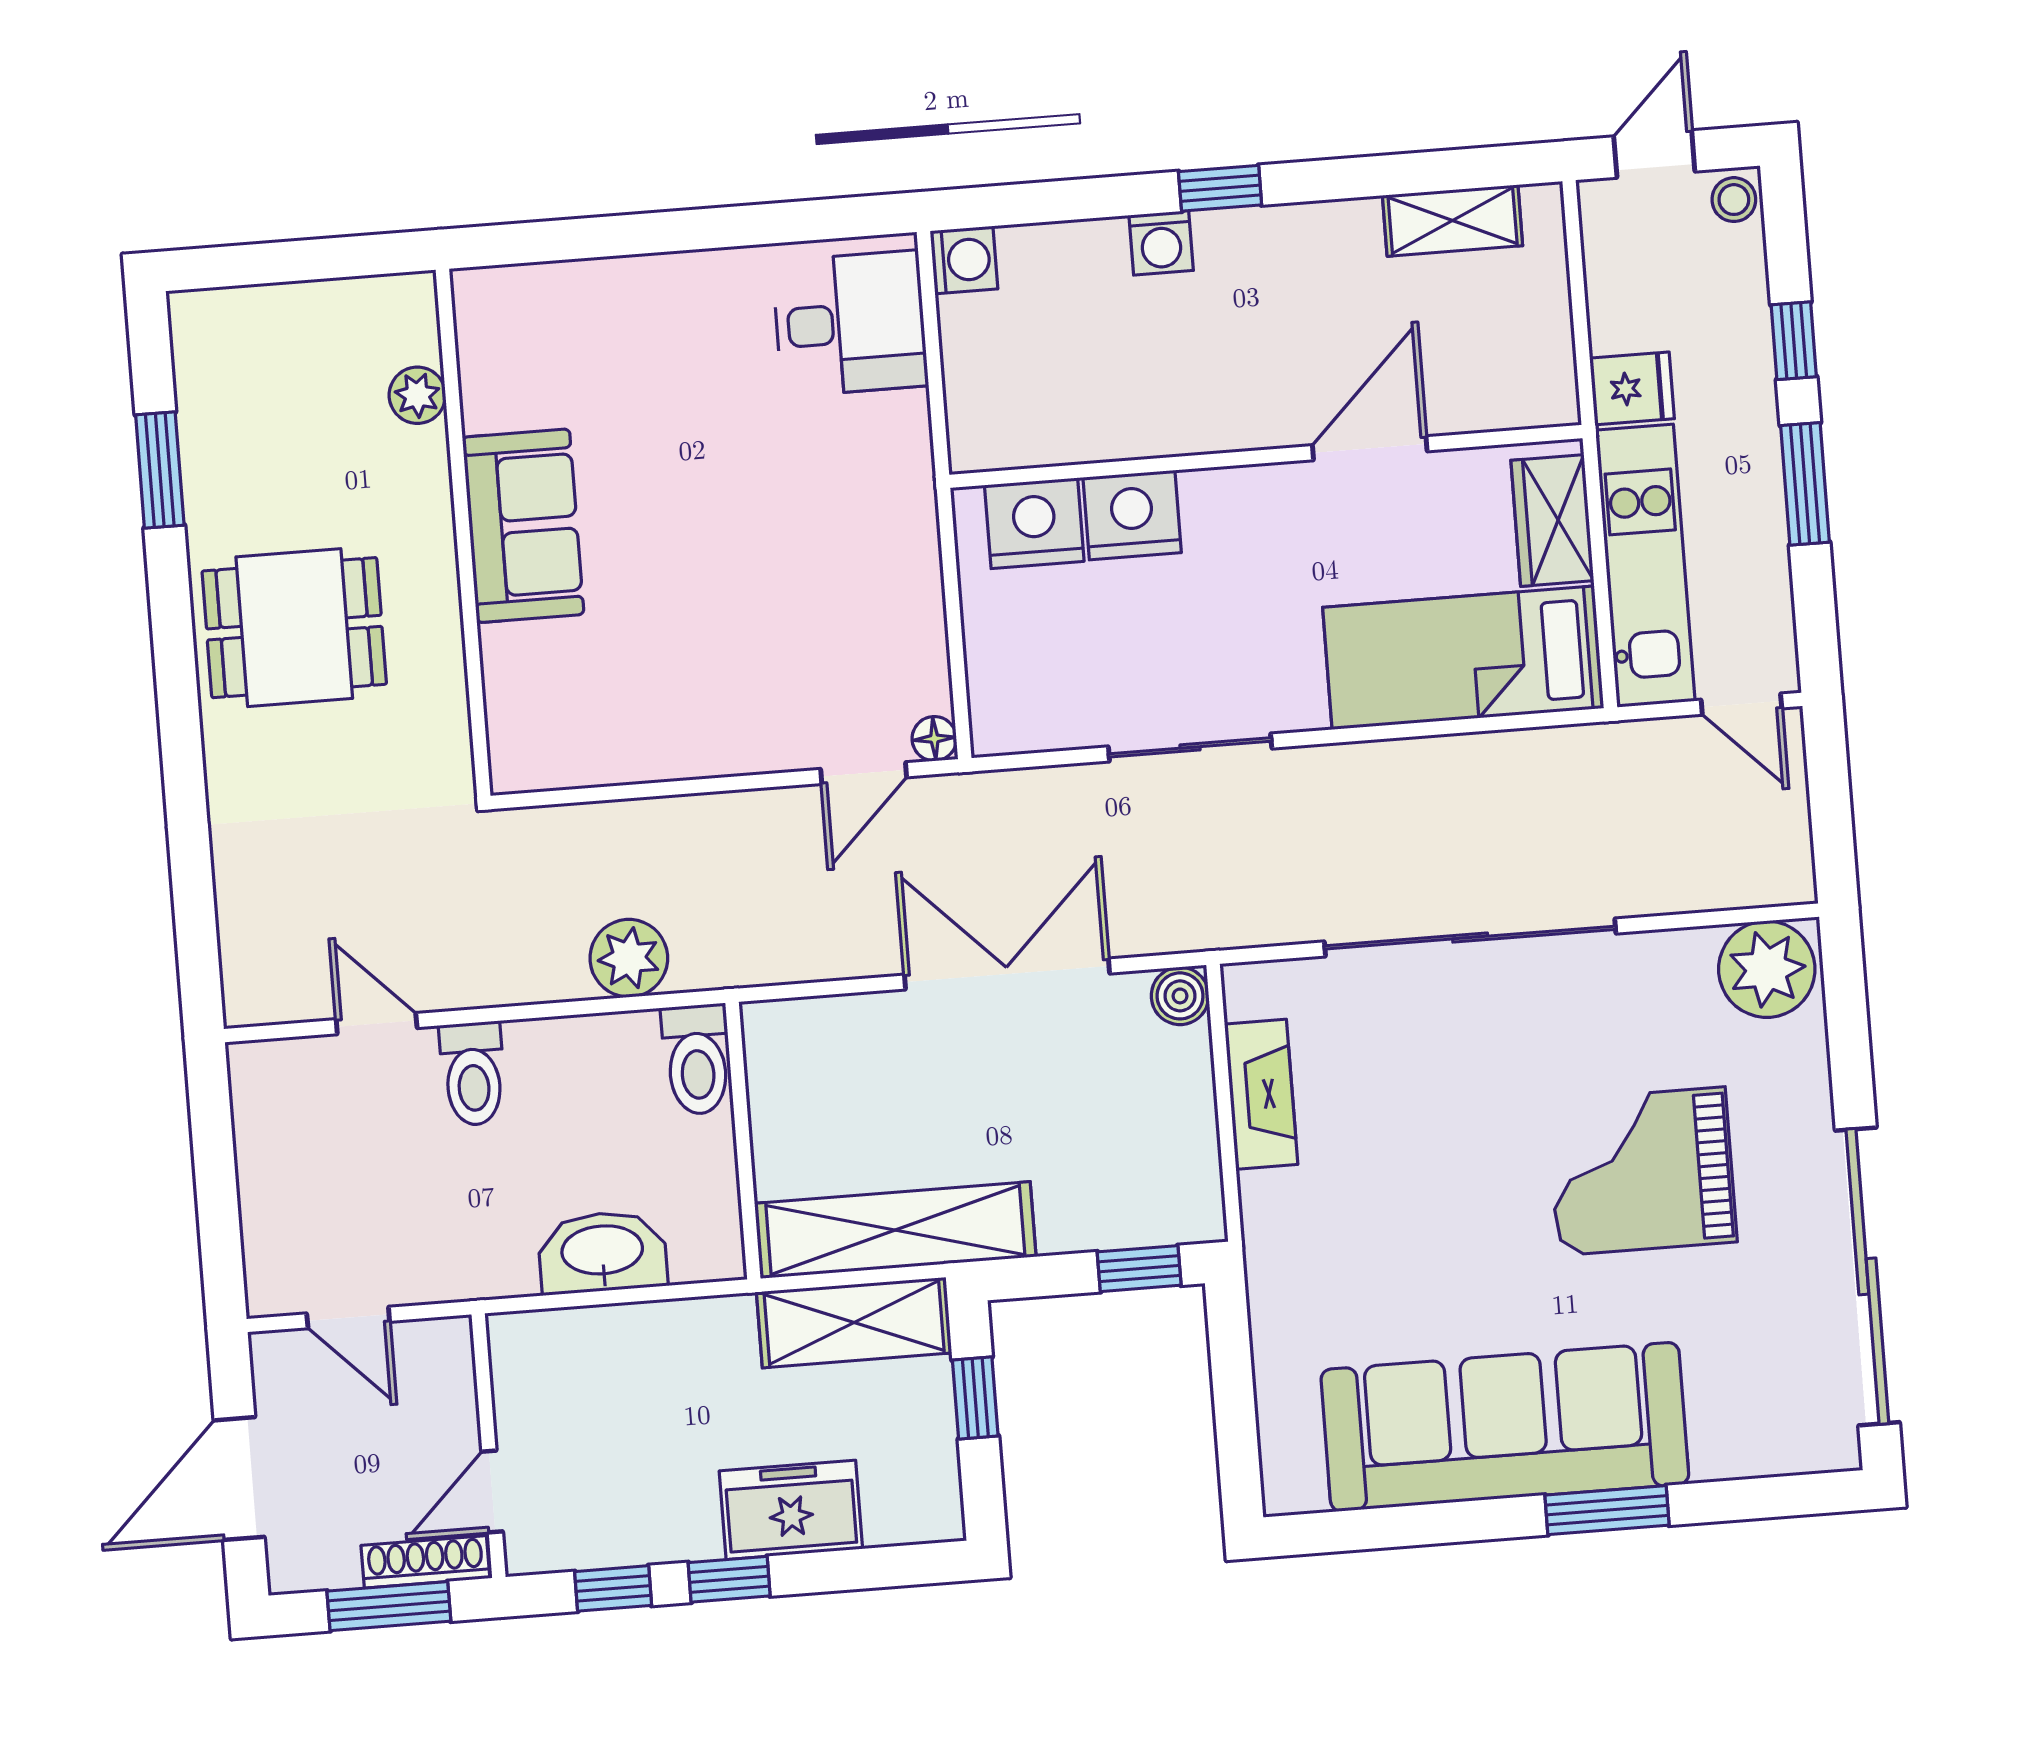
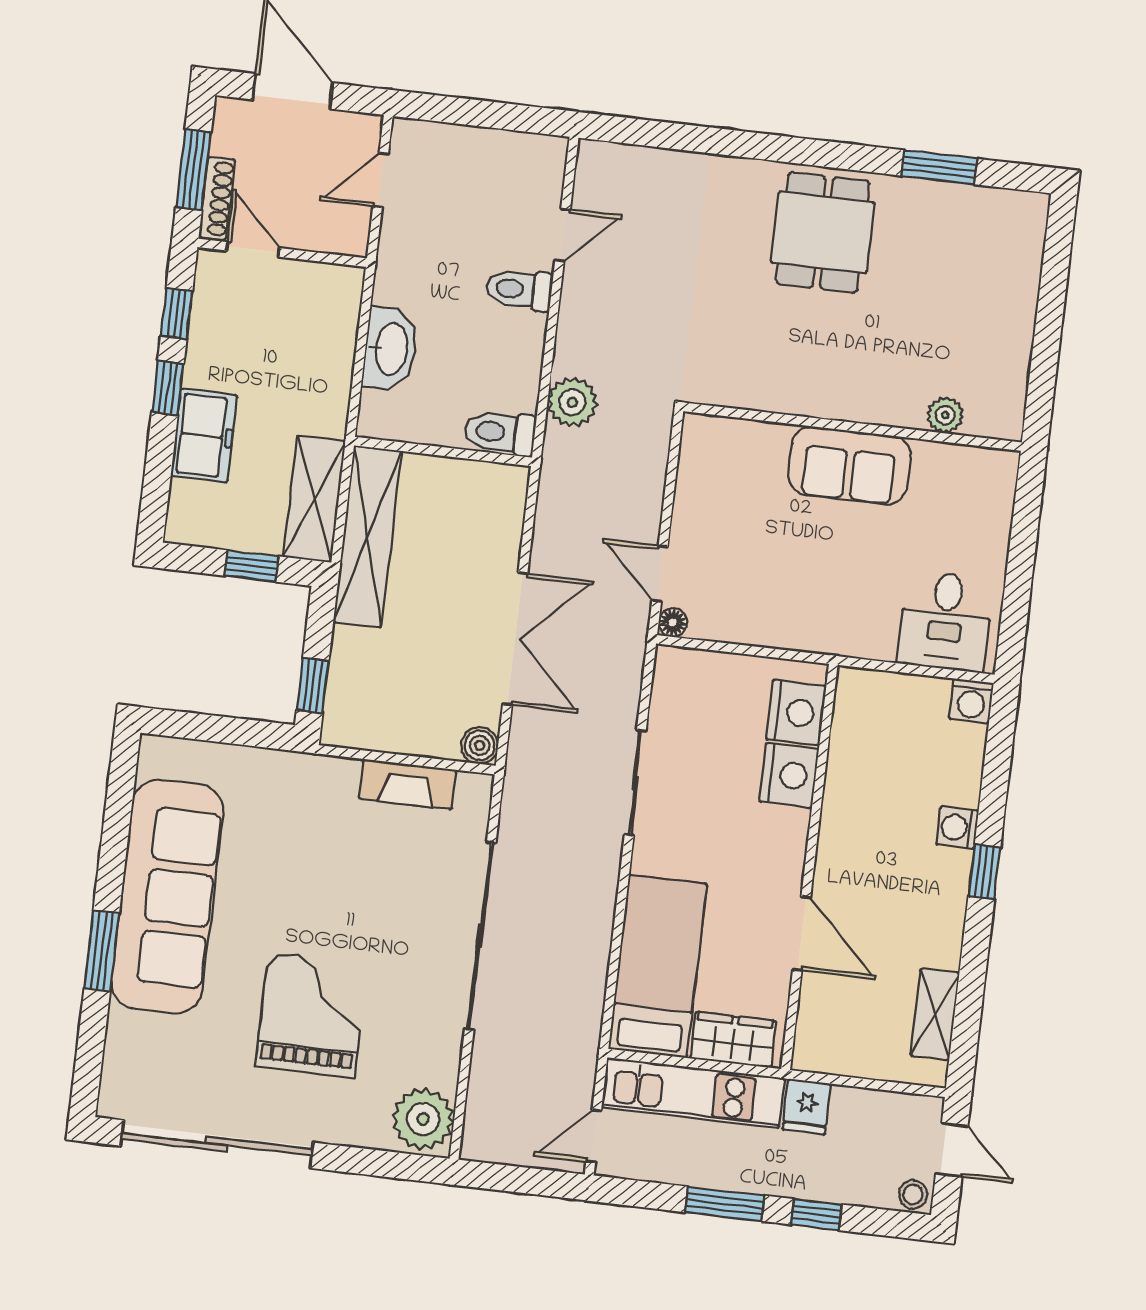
plant: (417, 395) -> (945, 415), moved
sofa: (523, 526) -> (850, 466), moved
wall: (463, 533) -> (853, 427), moved

